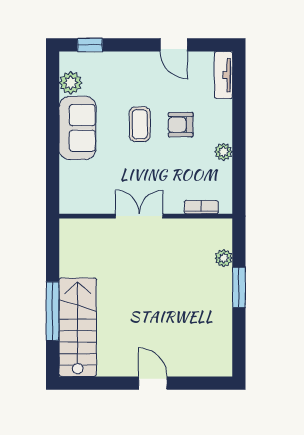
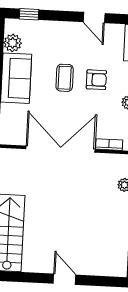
armchair: (181, 125) -> (96, 80), turned 180
double door: (139, 216) -> (61, 149), width x1.87

